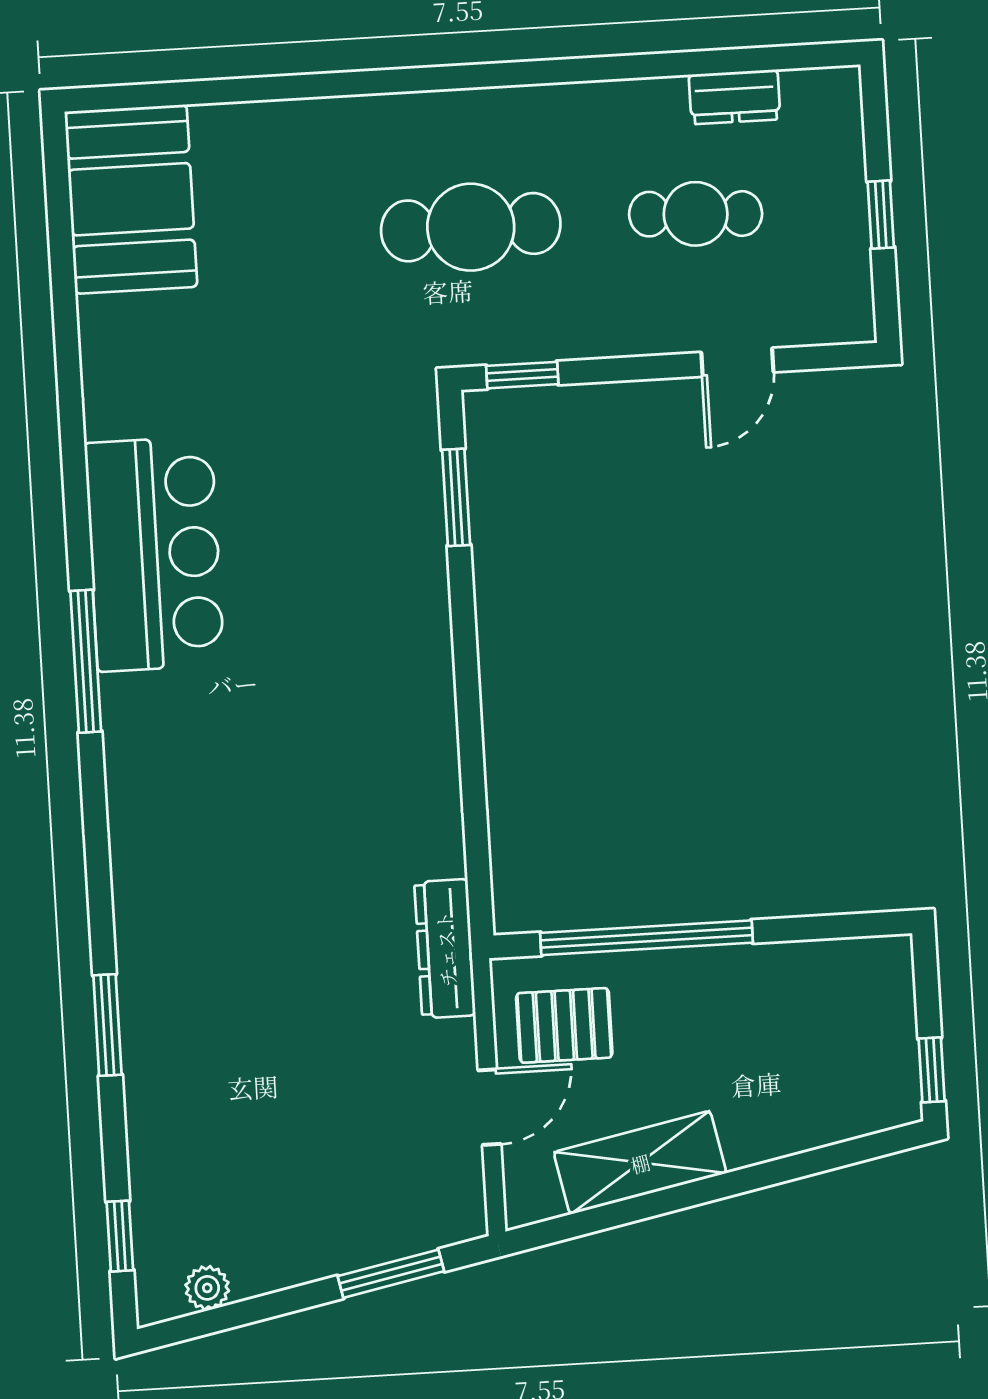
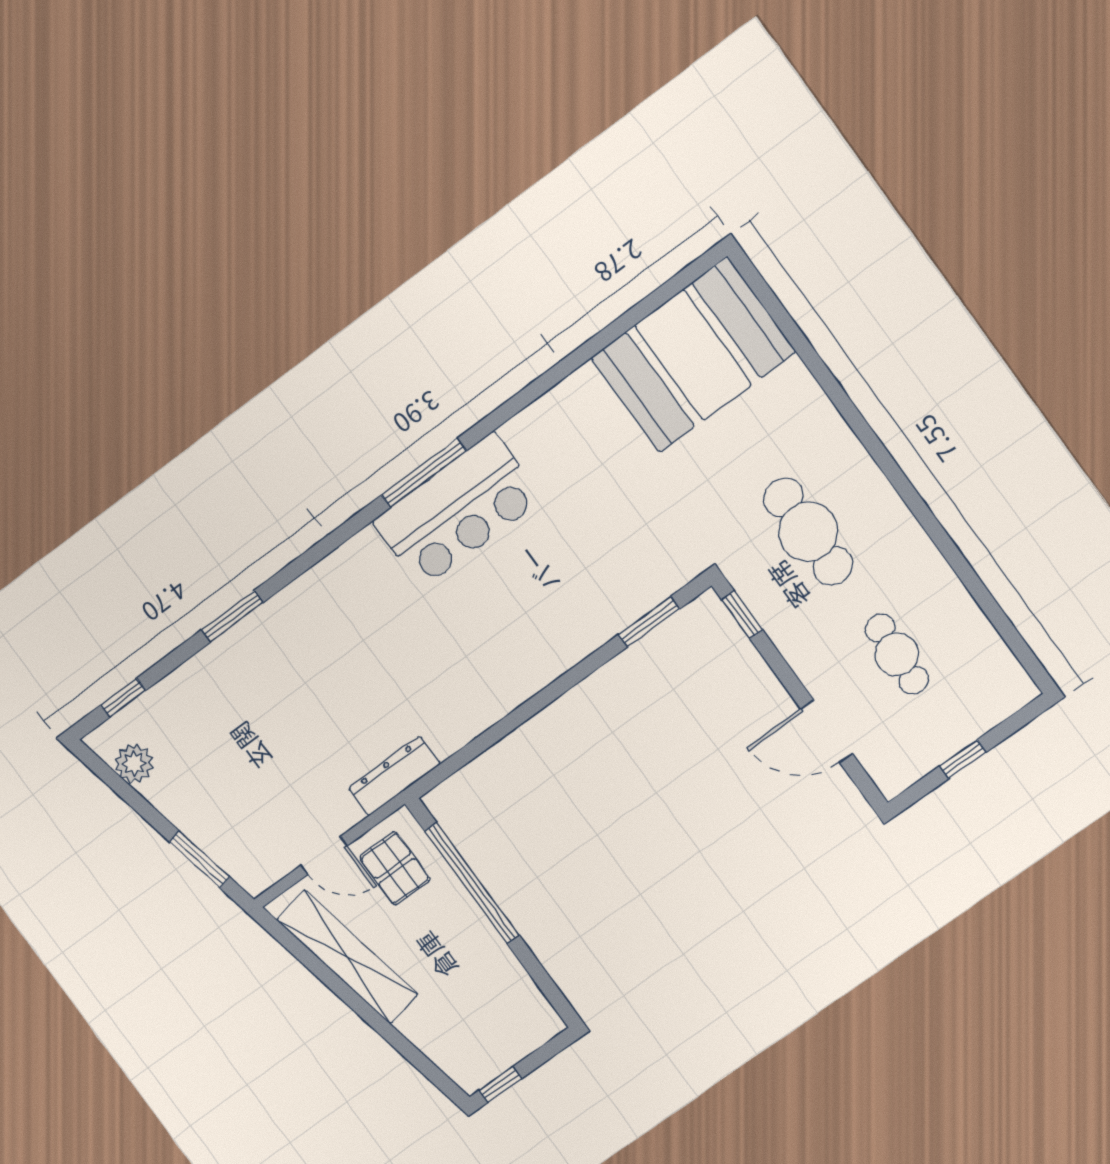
dresser: (735, 97) -> (979, 634), removed
booth: (131, 199) -> (693, 355), width x1.36, depth x1.42
door: (737, 362) -> (827, 731), width x1.38
bar counter: (154, 554) -> (457, 510), moved
shelving: (640, 1163) -> (347, 957), width x1.47
plant: (207, 1288) -> (134, 763), width x1.38, depth x1.38

